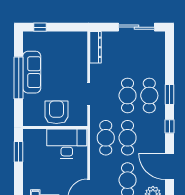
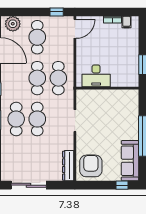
sofa: (32, 72) -> (130, 161), moved
armchair: (56, 112) -> (91, 166), moved, turned 180
desk: (67, 144) -> (96, 76), width x0.73, depth x0.77

